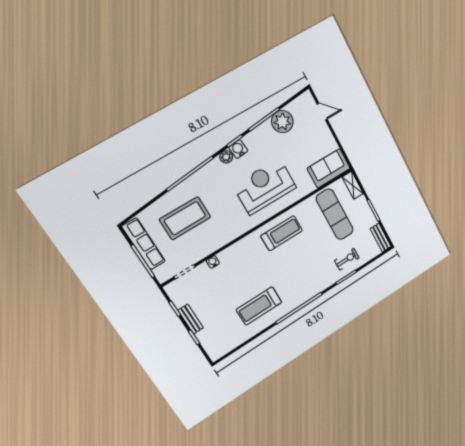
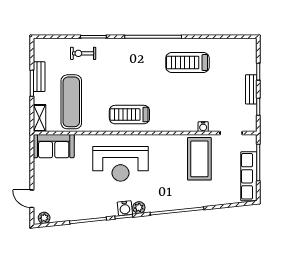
plant: (282, 122) -> (44, 218), moved, width x0.53, depth x0.53
coffee table: (185, 218) -> (199, 159), moved, turned 90
bench: (381, 238) -> (39, 77), moved
treadmill: (259, 306) -> (187, 63), turned 180

